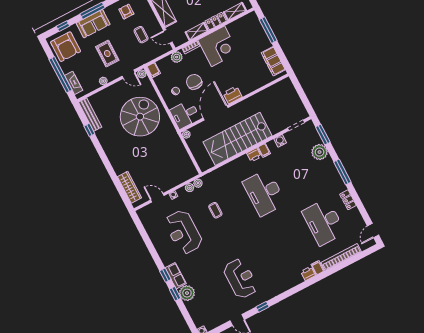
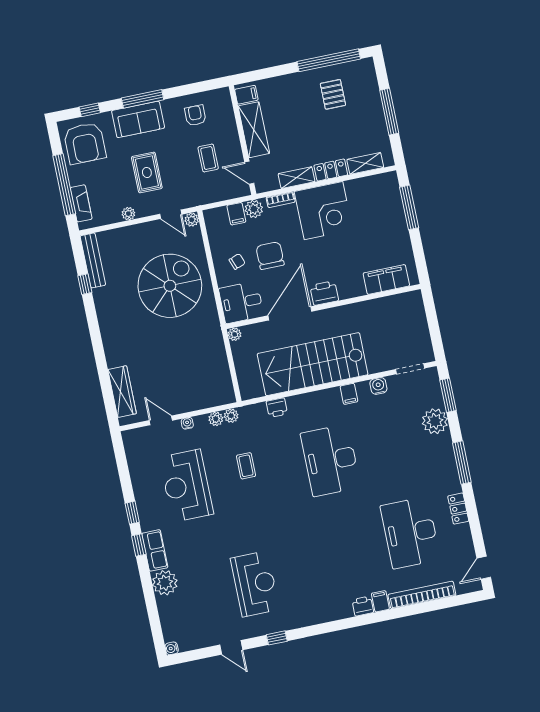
filing cabinet: (273, 61) -> (386, 279), moved, turned 90
filing cabinet: (153, 70) -> (236, 214), moved
printer: (254, 155) -> (277, 408), moved
window: (175, 294) -> (132, 513), moved

